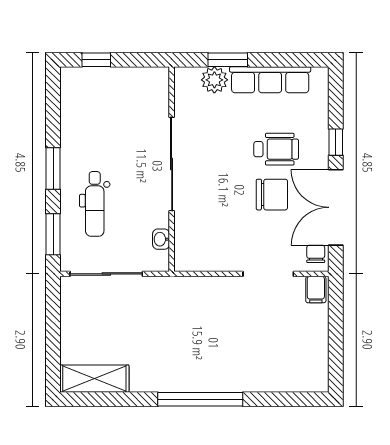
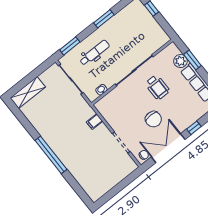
wheelchair: (276, 149) -> (157, 87), moved
window: (53, 168) -> (104, 19), moved
dental chair: (95, 204) -> (95, 53), turned 180
filing cabinet: (316, 290) -> (95, 122), moved
shelving: (94, 379) -> (28, 93), moved, turned 90

